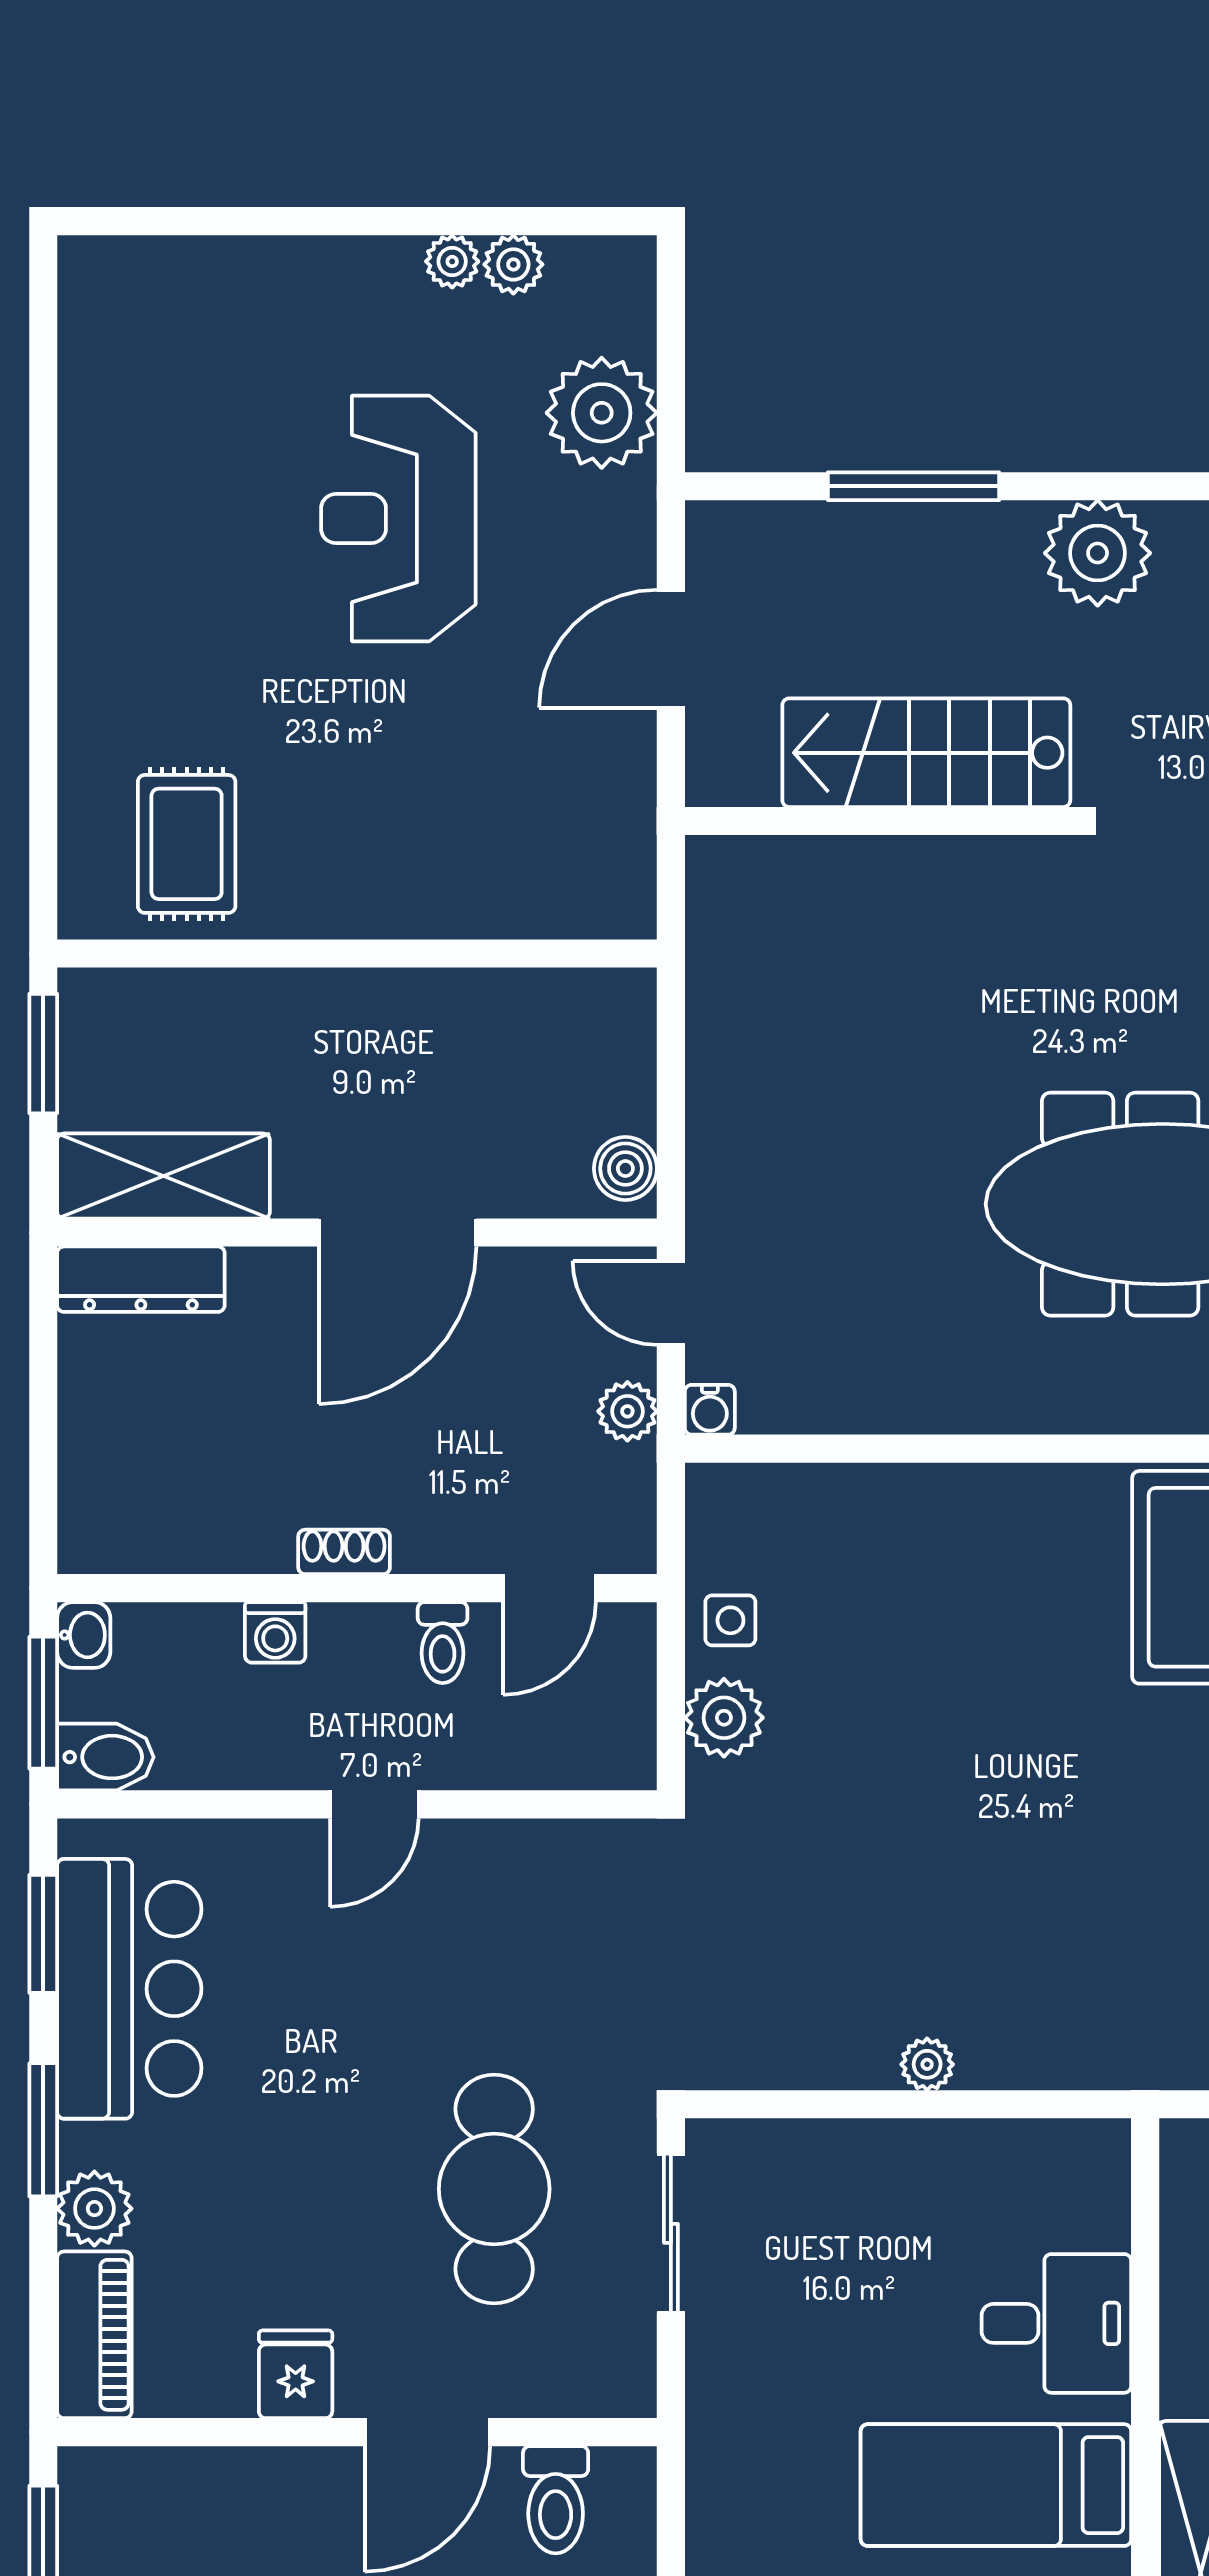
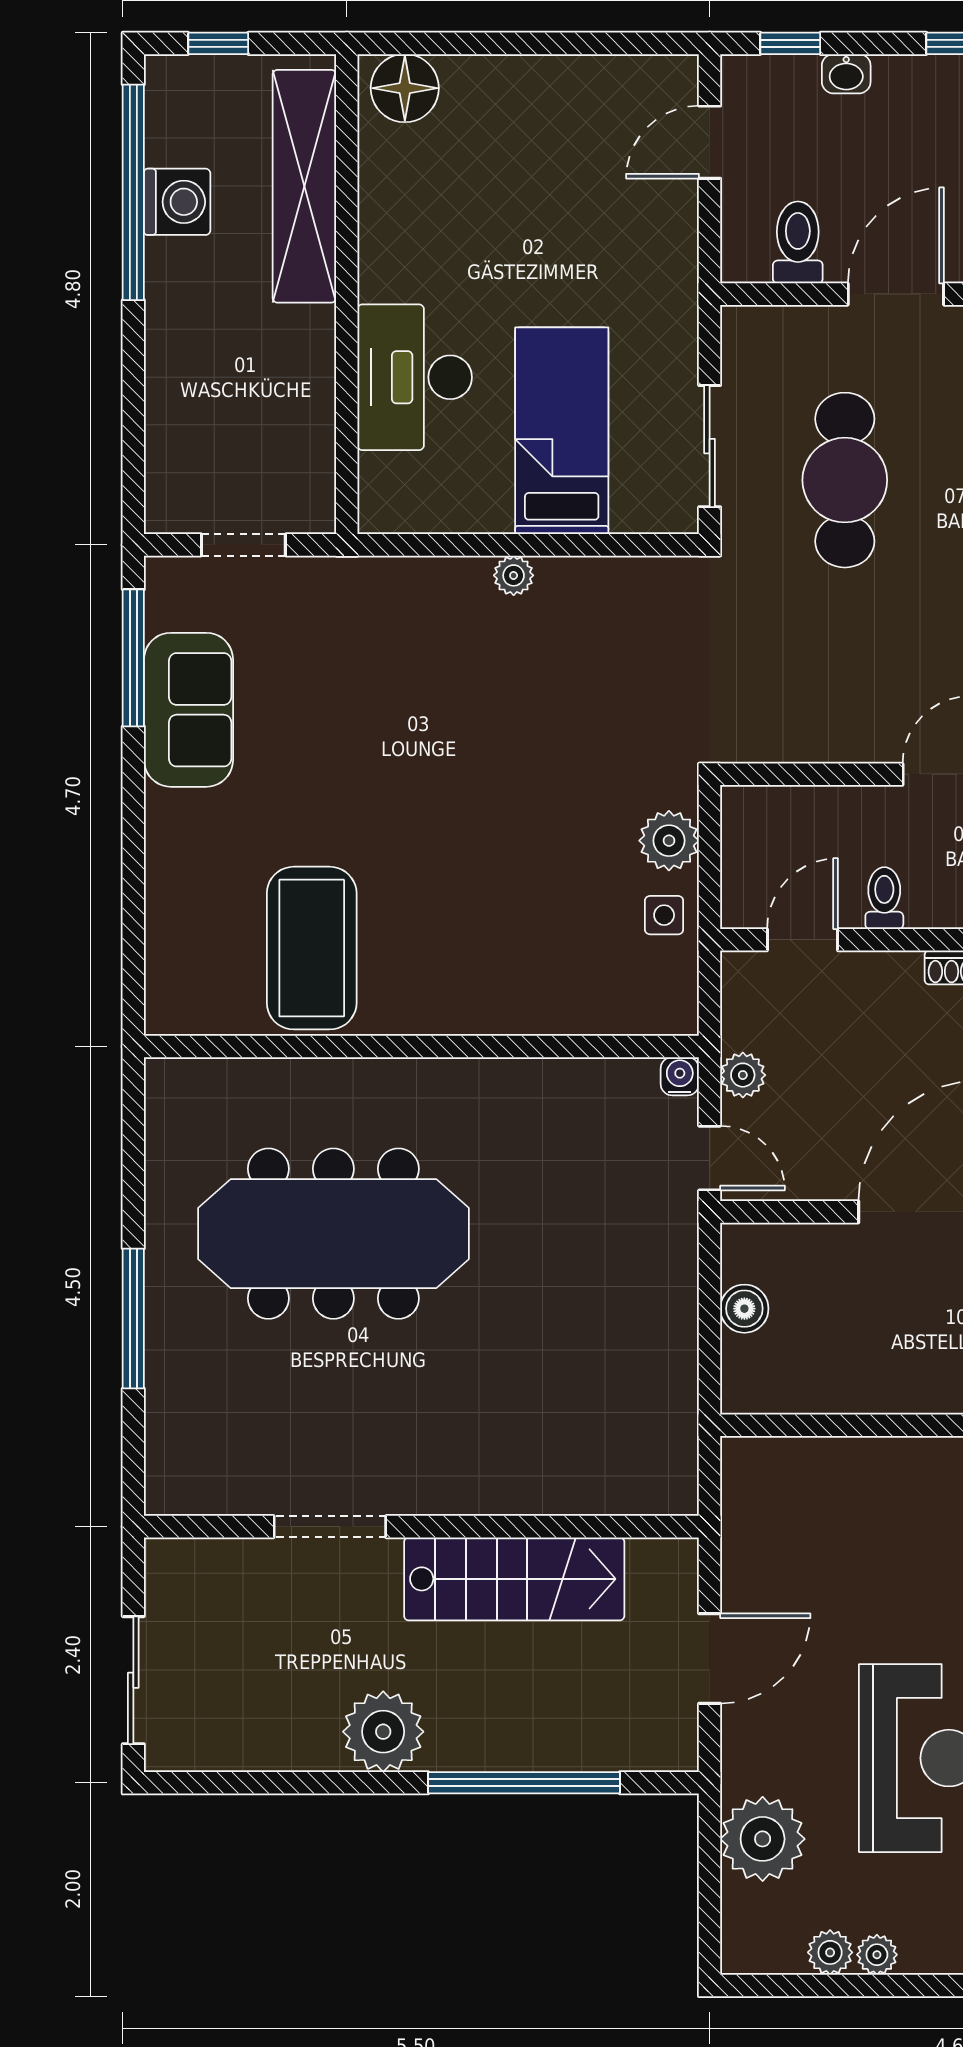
window: (913, 486) -> (524, 1783), width x1.46
boiler: (625, 1169) -> (744, 1309), moved
desk: (1056, 2323) -> (415, 377), width x1.37
bed: (996, 2485) -> (562, 431), moved, turned -90

